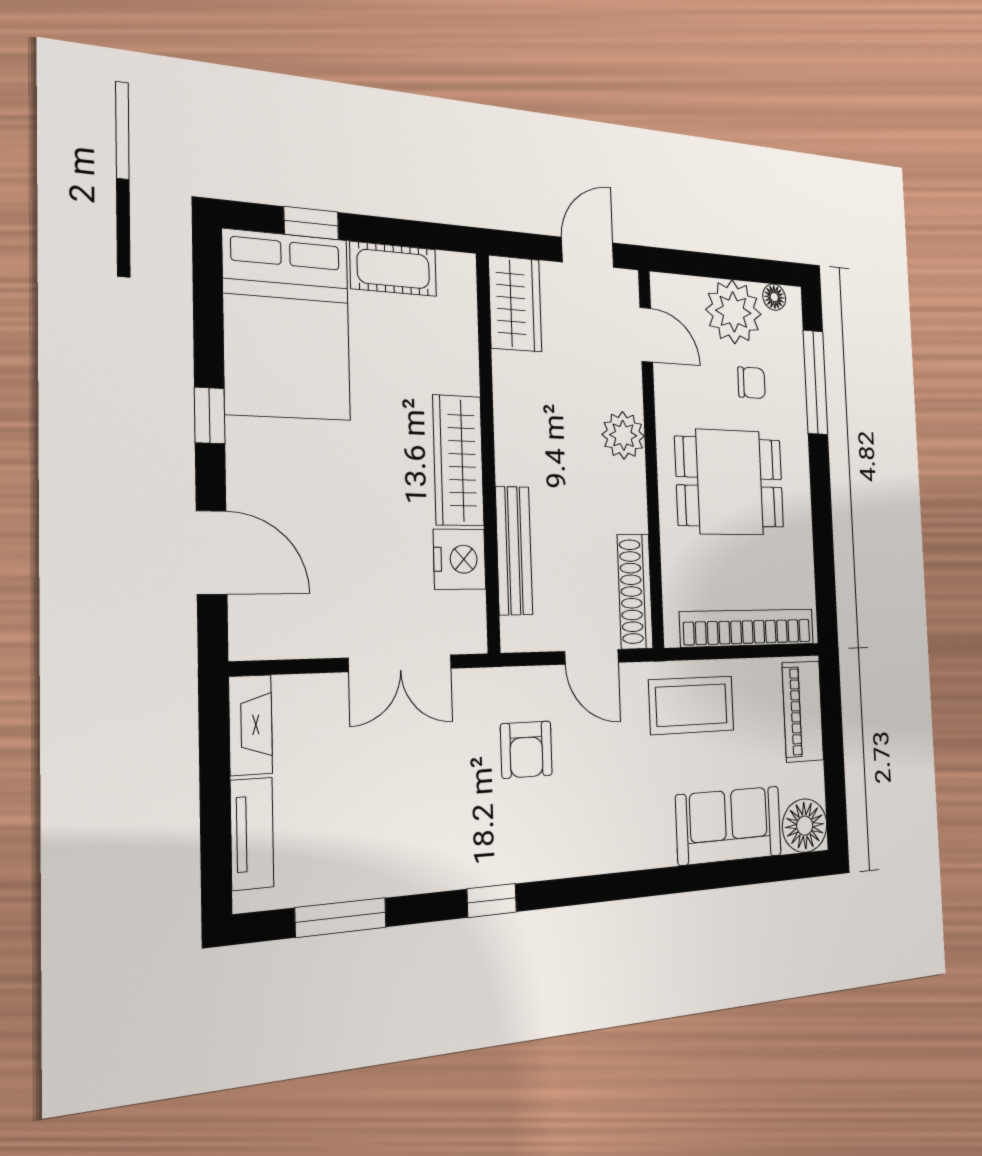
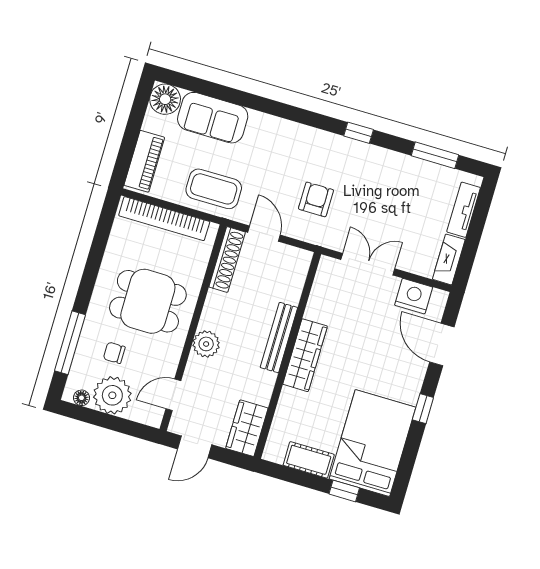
door: (646, 335) -> (173, 395), hinge flipped
bench: (514, 551) -> (279, 338), moved
nightstand: (460, 559) -> (414, 296), moved, turned 90

